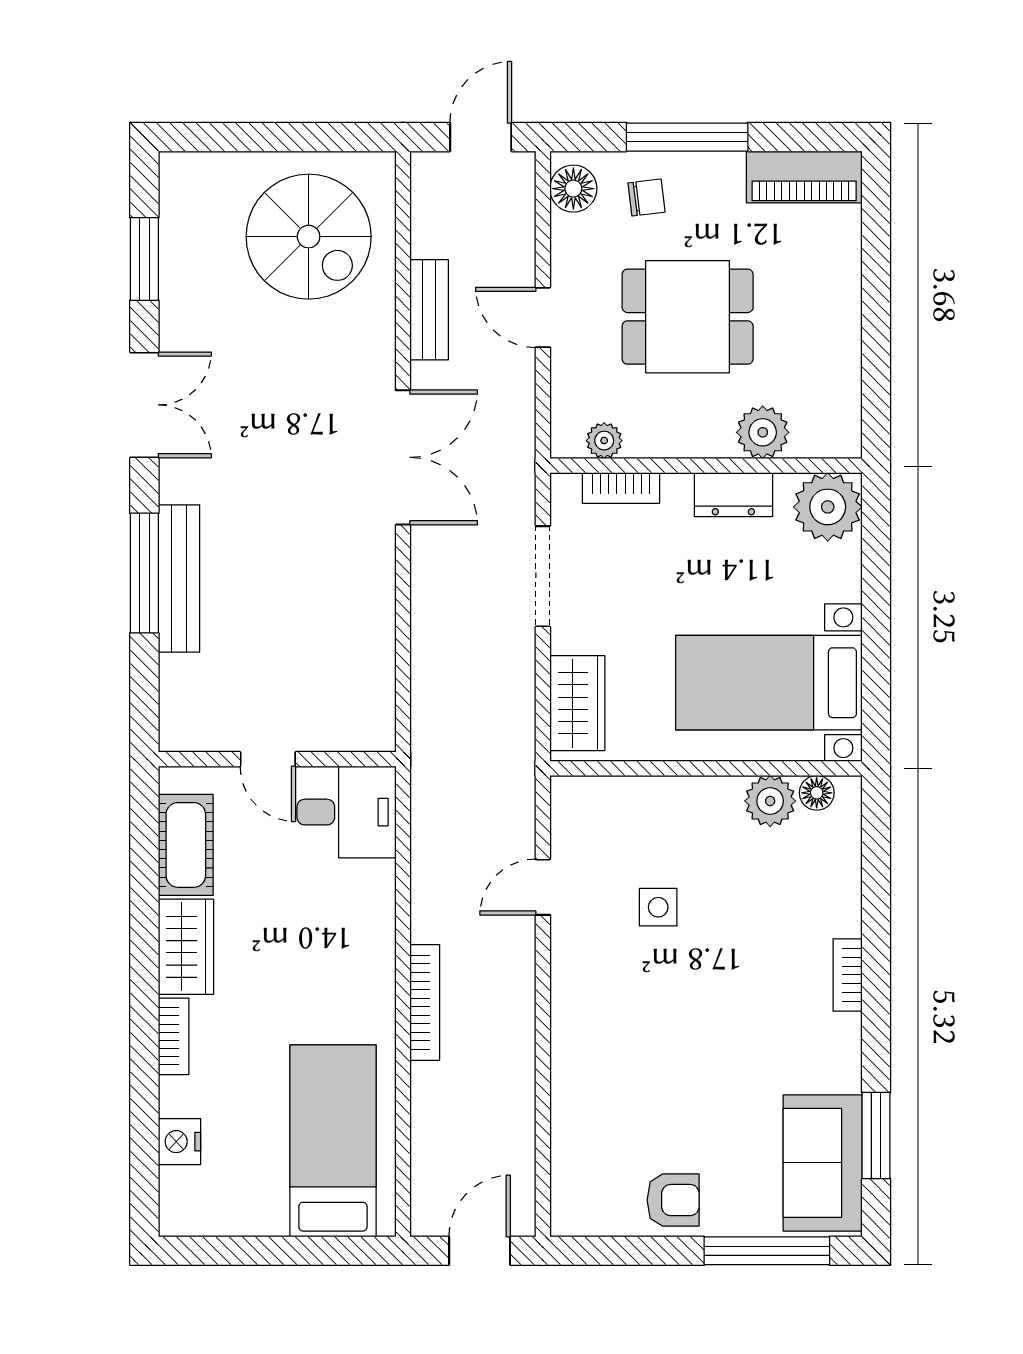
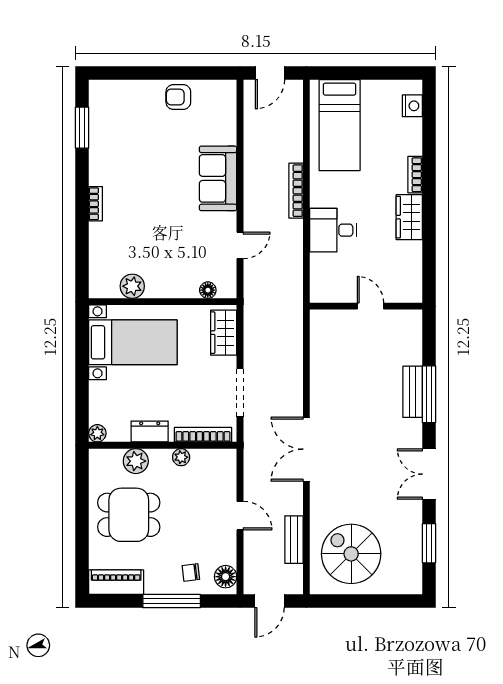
bench: (429, 310) -> (294, 540), moved
dining table: (688, 317) -> (129, 515), moved
plant: (604, 441) -> (181, 457), moved
bookcase: (621, 488) -> (203, 435), width x1.56
plant: (828, 507) -> (97, 433), width x0.53, depth x0.53
bench: (179, 578) -> (413, 392), width x0.73
floor lamp: (817, 793) -> (208, 290), moved
desk: (347, 812) -> (333, 230), moved
cot: (186, 845) -> (409, 265), removed
side table: (658, 907) -> (185, 236), removed
nightstand: (180, 1142) -> (412, 106), moved
sofa: (823, 1163) -> (218, 178), moved, turned 180
window: (767, 1251) -> (134, 73), removed

